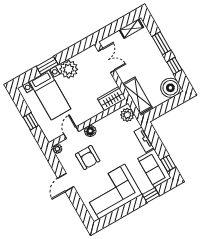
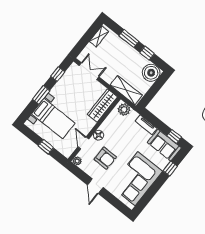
window: (73, 51) -> (58, 74), added
plant: (69, 69) -> (60, 91), removed
wardrobe: (112, 99) -> (102, 106), width x1.50

